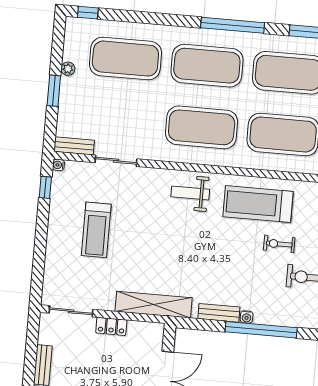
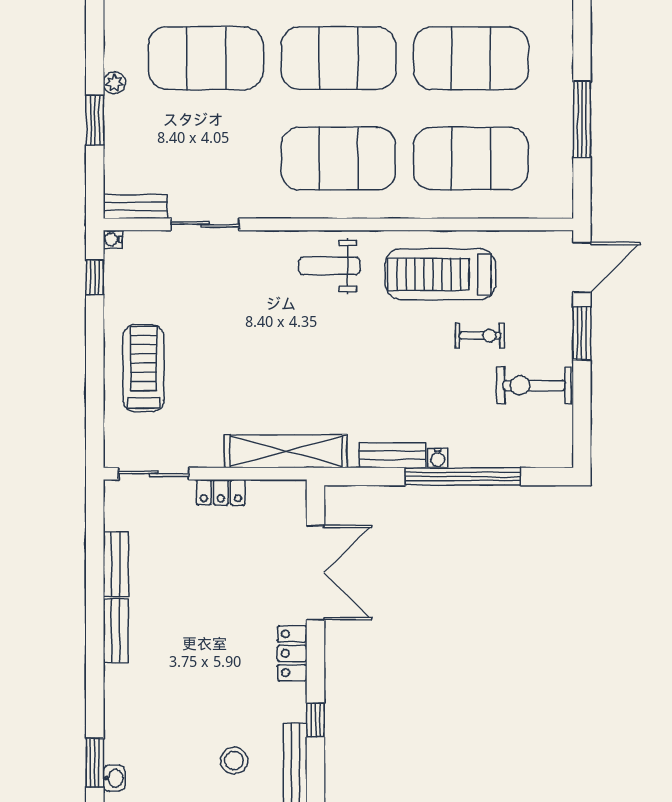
treadmill: (96, 230) -> (143, 368), moved, turned 180
exercise bike: (279, 244) -> (480, 336), turned 180

